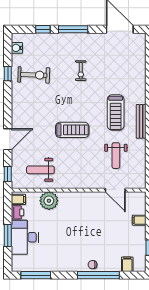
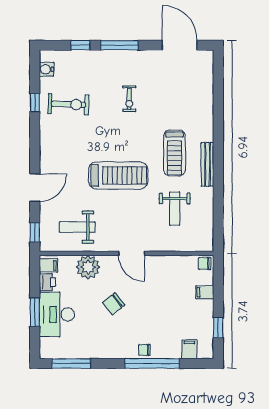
treadmill: (72, 130) -> (118, 175), width x1.37, depth x1.38
door: (115, 190) -> (131, 253), moved
chair: (139, 198) -> (205, 264), added
chair: (69, 229) -> (114, 304), added

